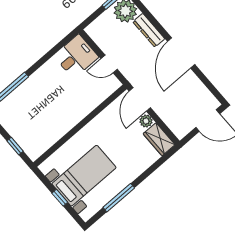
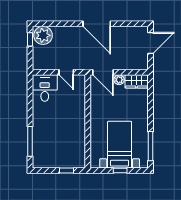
dresser: (149, 30) -> (67, 31), removed
door: (109, 64) -> (66, 72), hinge flipped
window: (119, 198) -> (150, 146), moved

